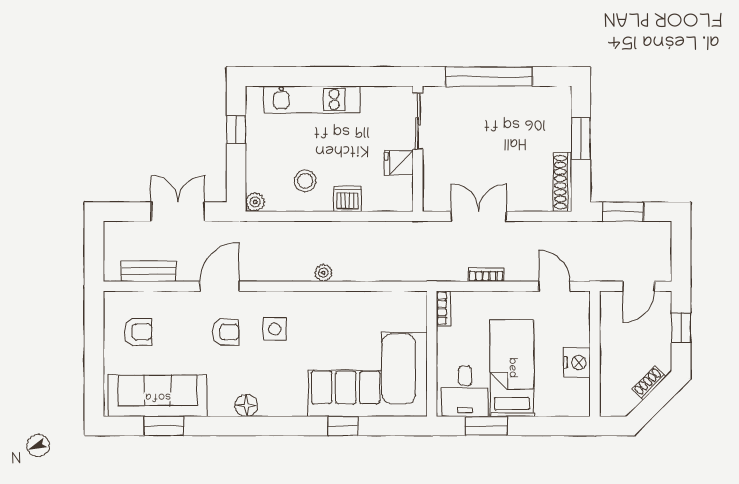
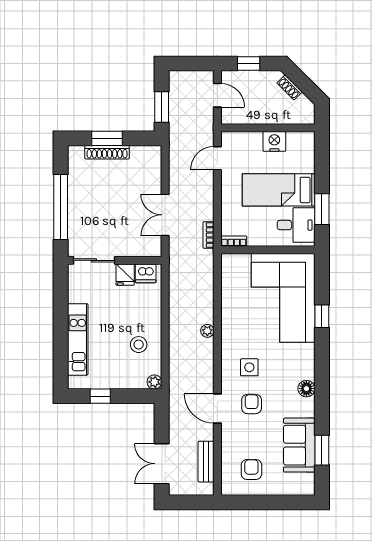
shoe rack: (562, 182) -> (107, 152), moved
dishwasher: (347, 199) -> (146, 273), moved, turned -90
double door: (178, 212) -> (162, 464), moved
bookcase: (486, 274) -> (208, 235), moved
sofa: (158, 396) -> (299, 445), width x0.73

